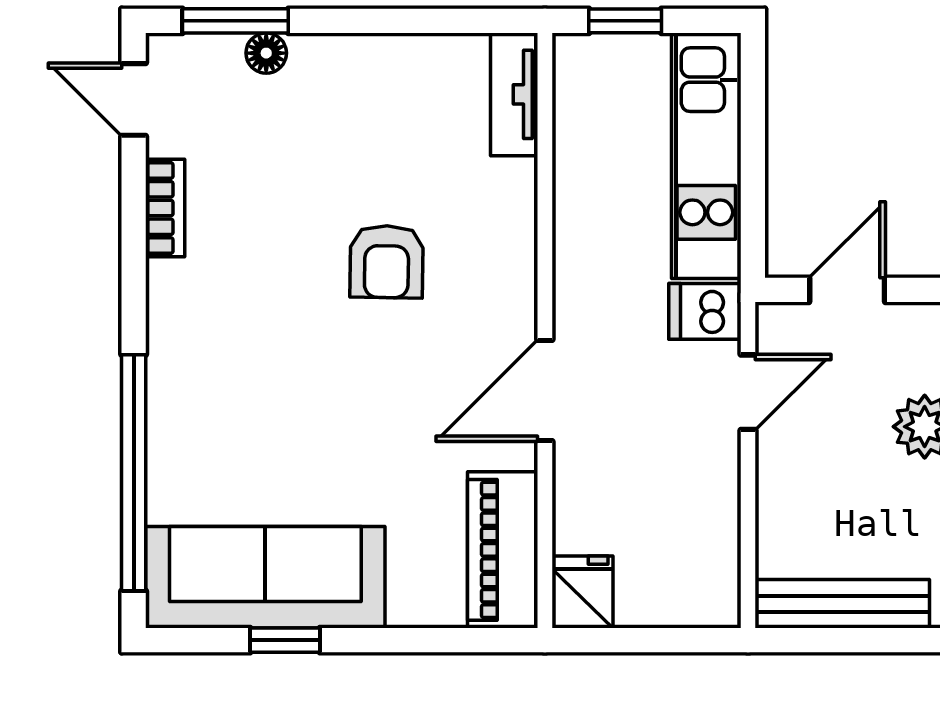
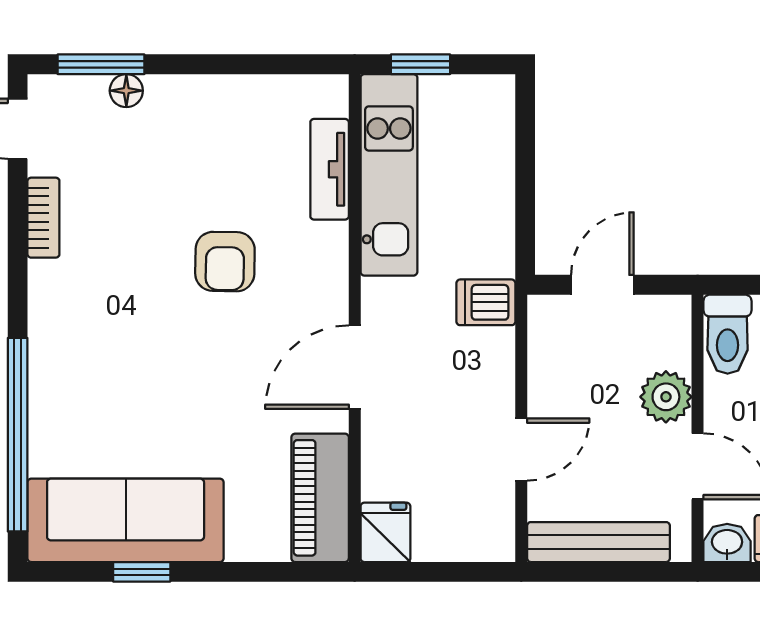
tv unit: (514, 94) -> (330, 169), moved
kitchen unit: (706, 156) -> (389, 175), moved, turned 180
door: (748, 392) -> (521, 449), moved

